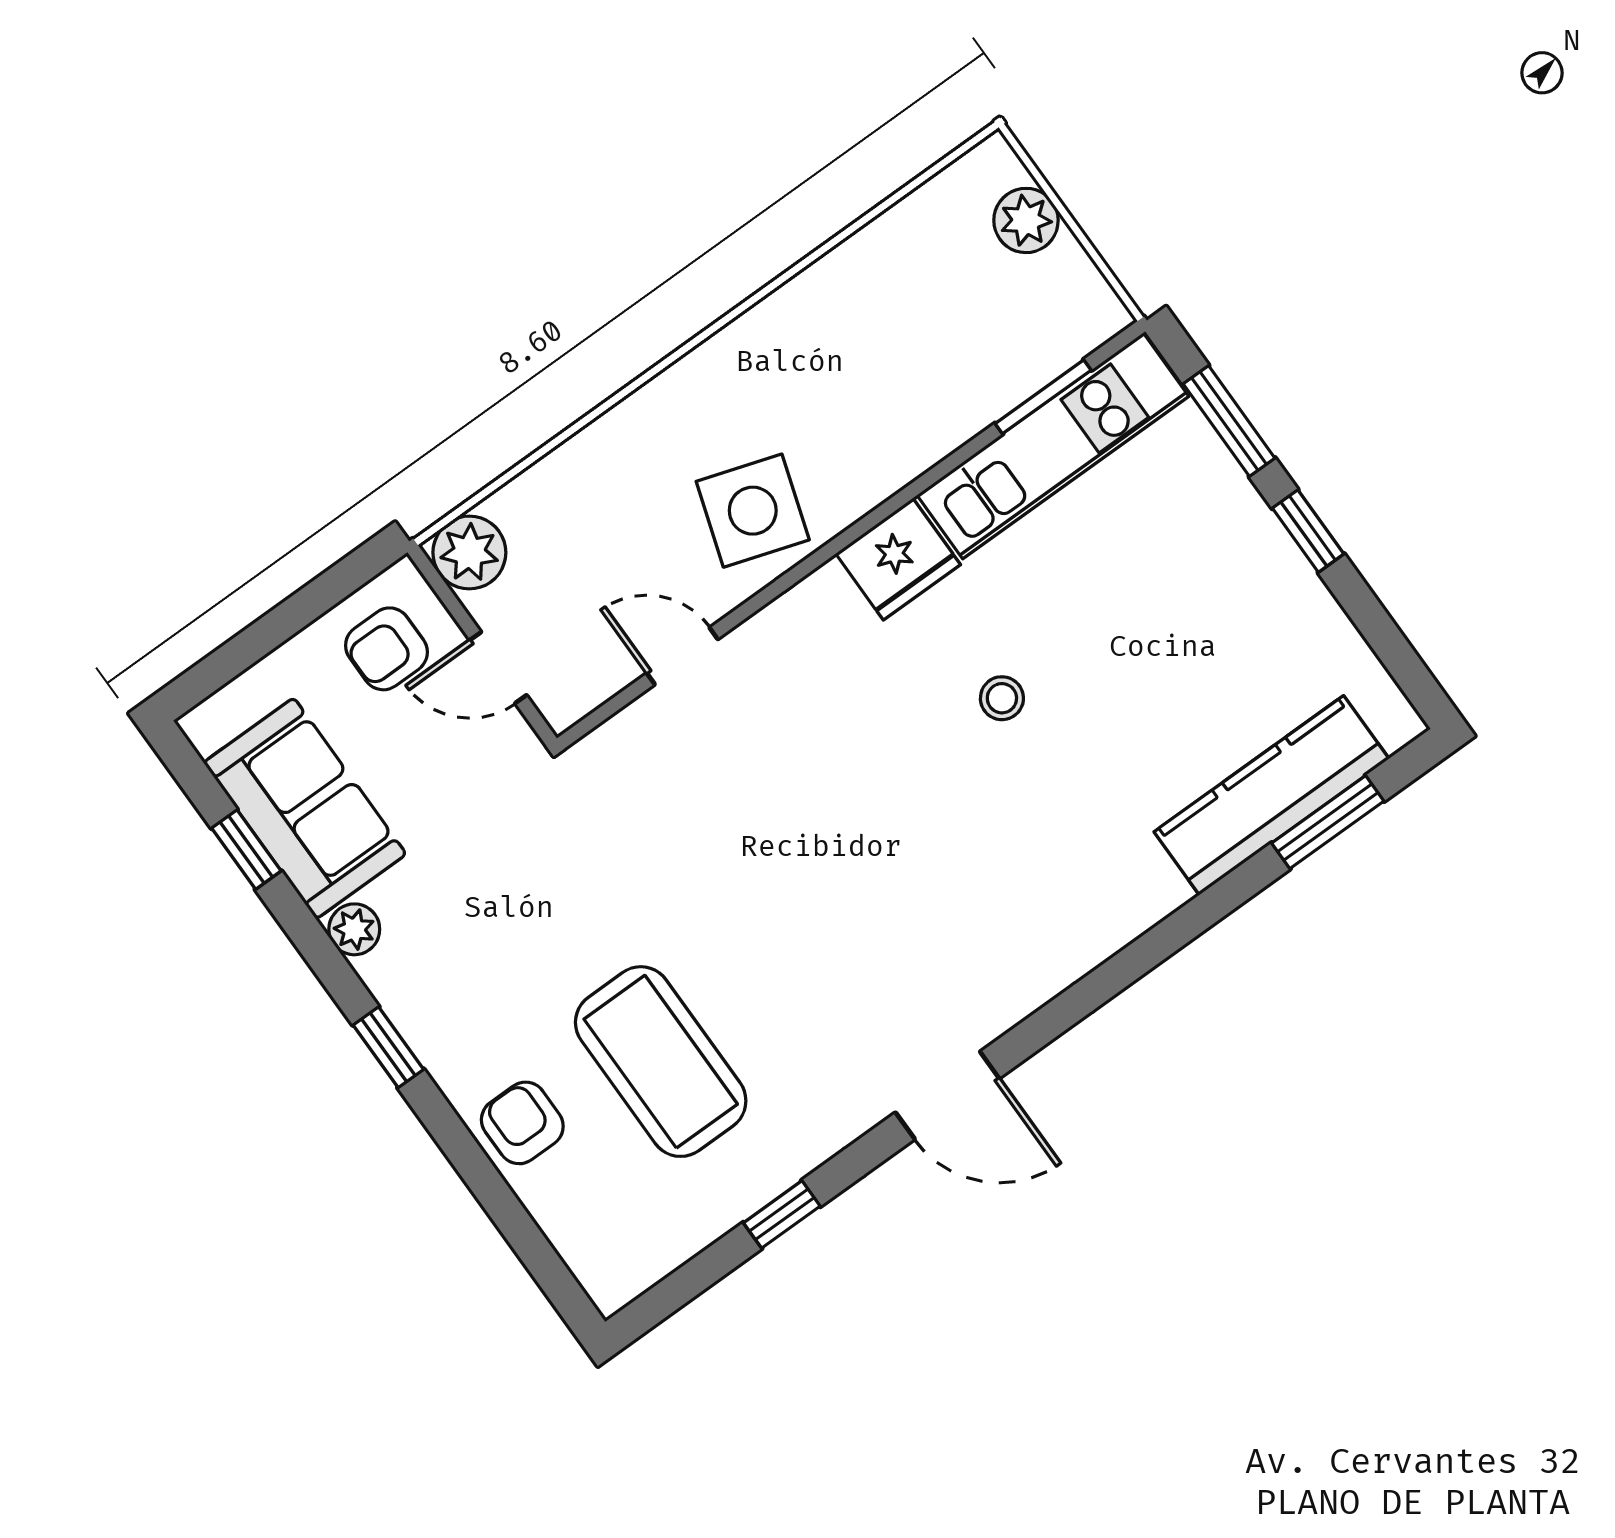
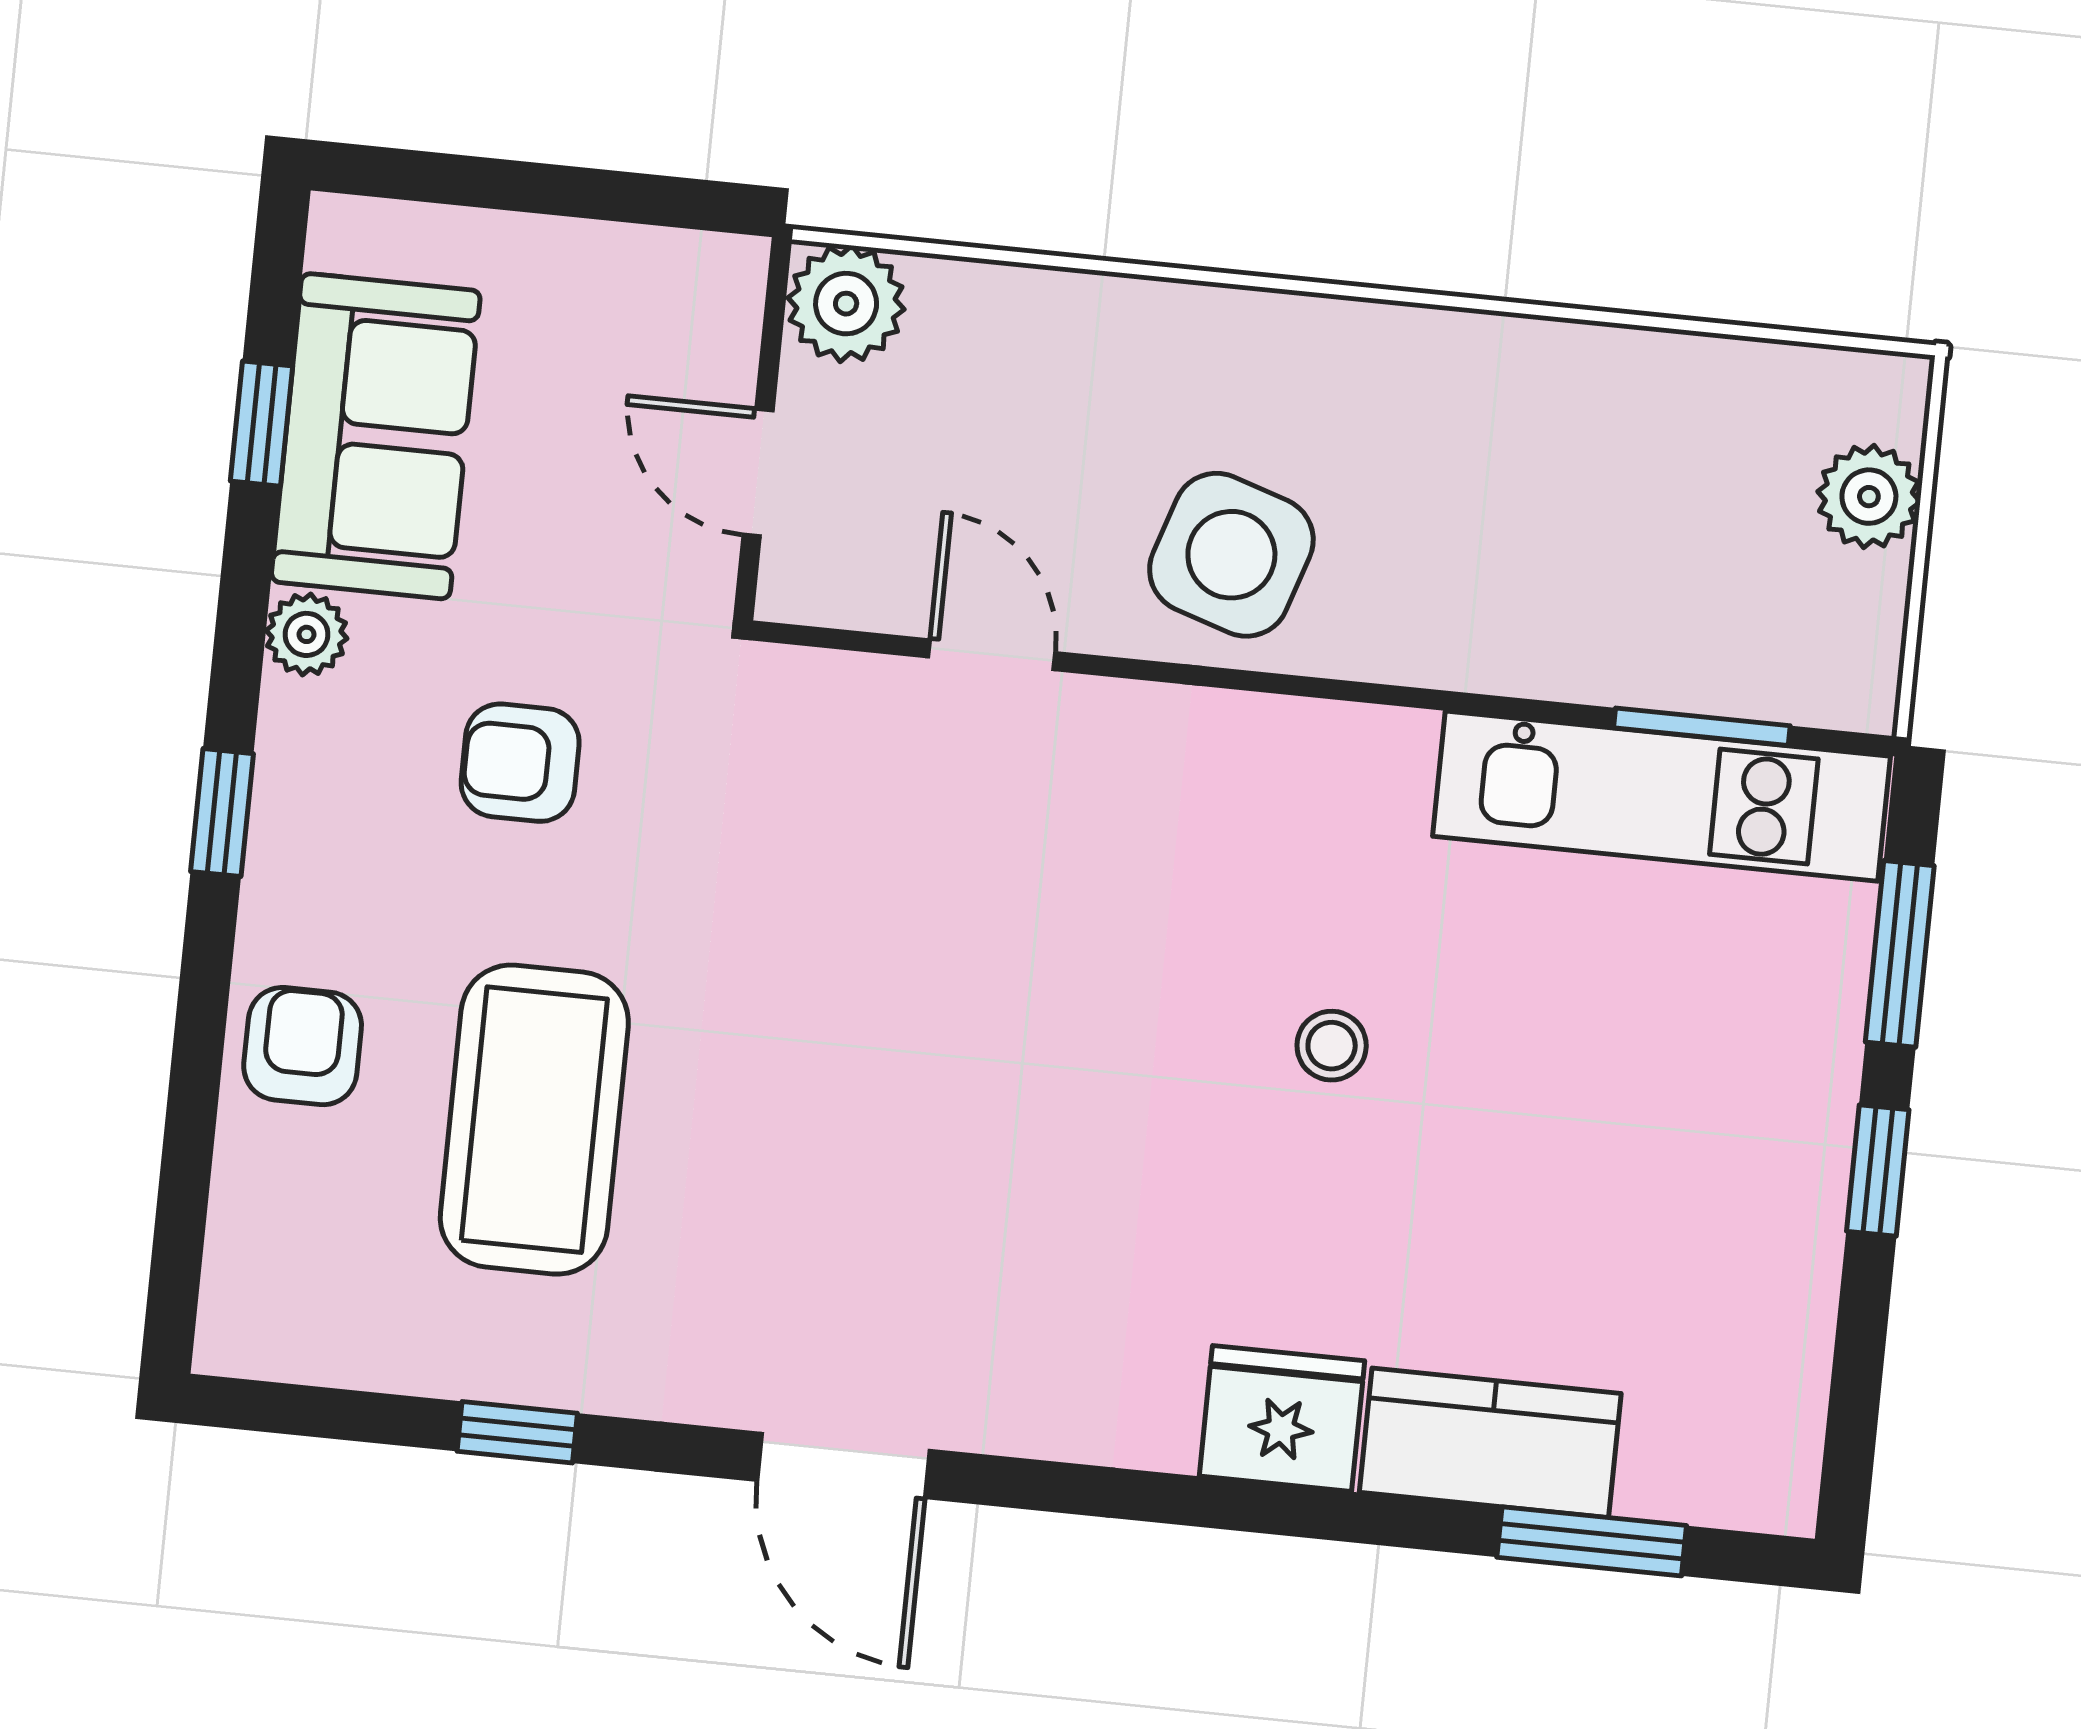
fridge: (898, 559) -> (1282, 1418), moved, turned 180
armchair: (386, 649) -> (520, 763), moved
kitchen counter: (1271, 795) -> (1490, 1443), width x0.67

